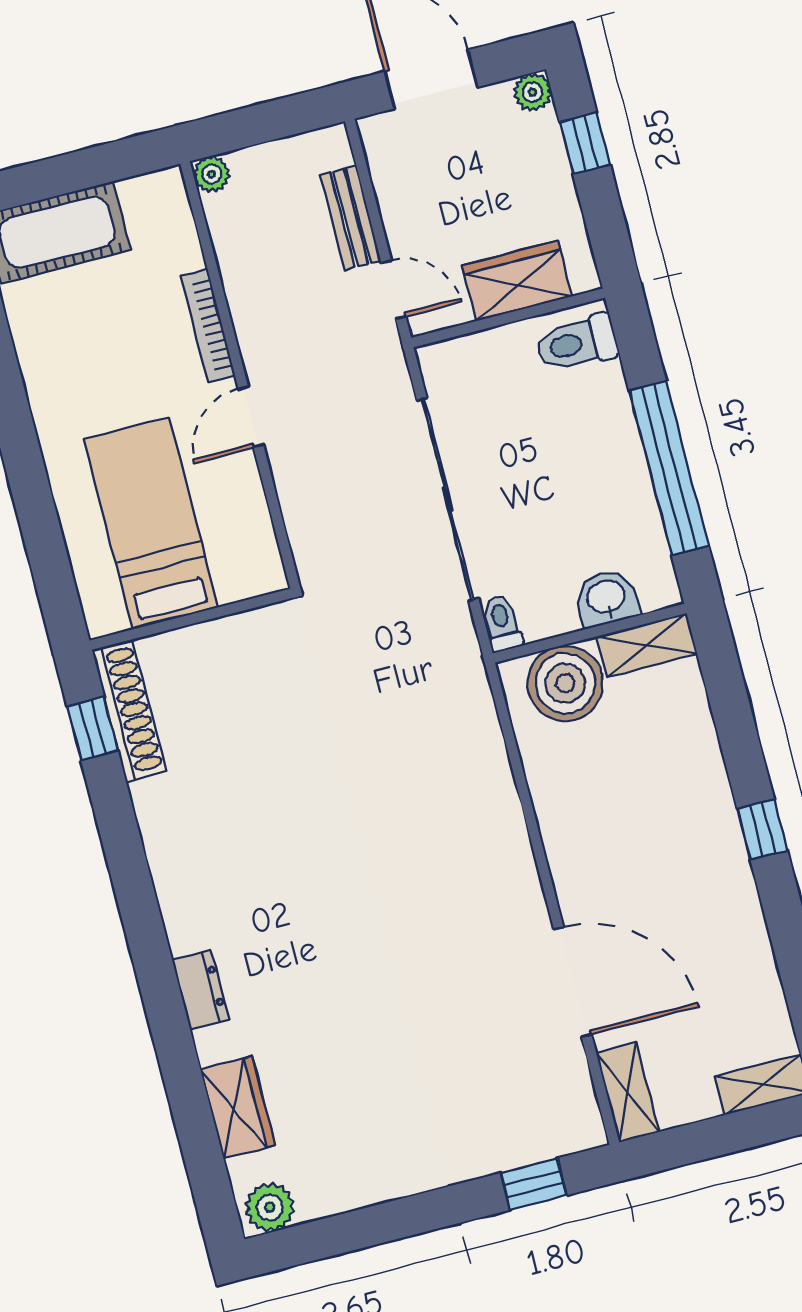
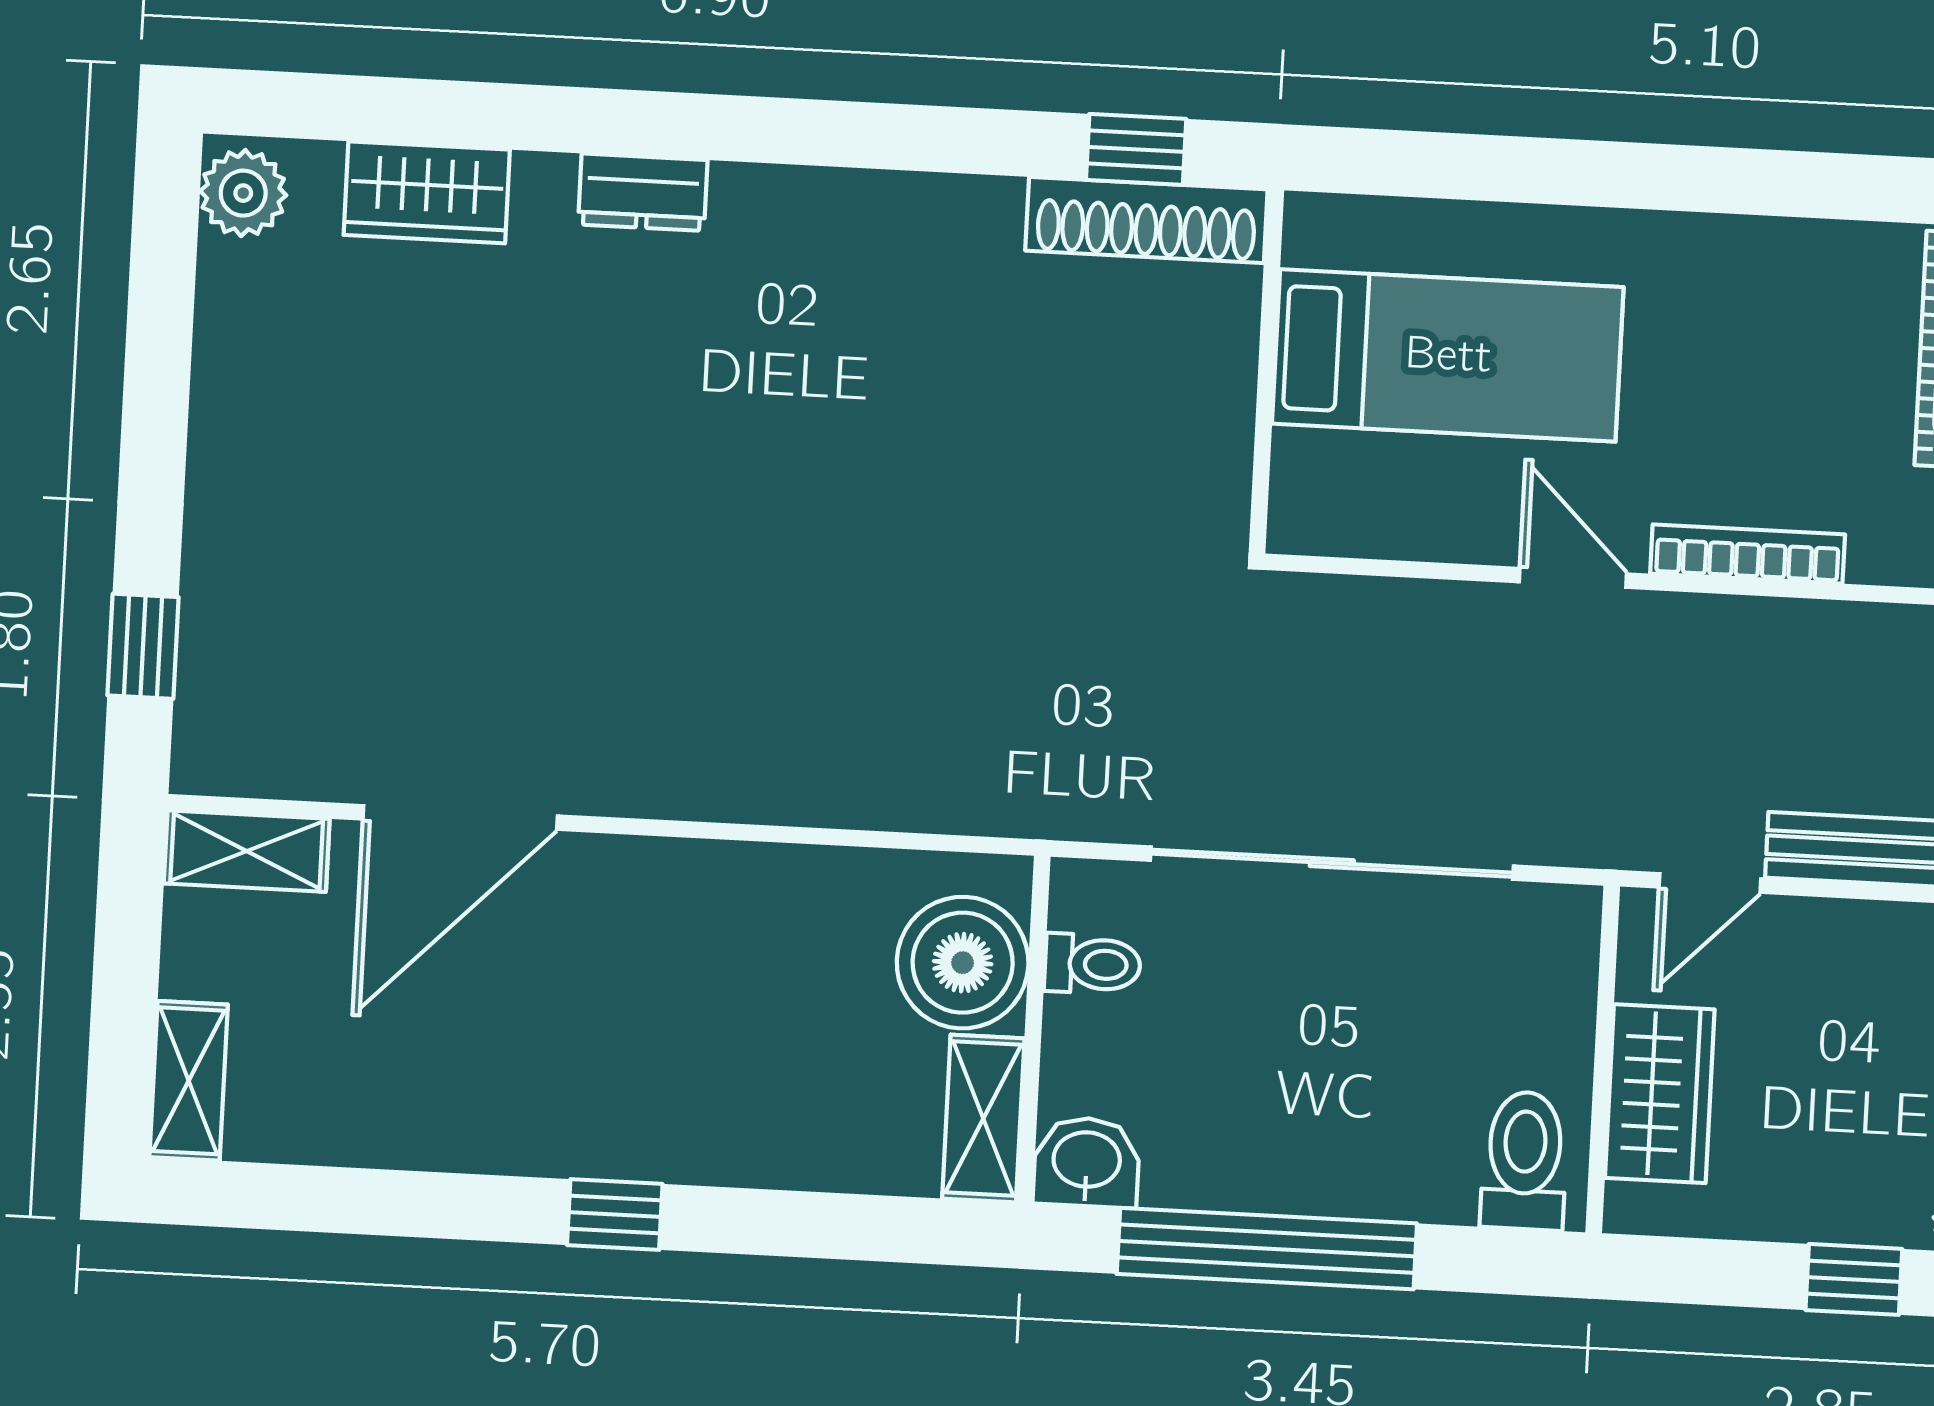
washbasin: (606, 598) -> (1087, 1162), moved, turned -90
toilet: (502, 623) -> (1092, 964), moved

